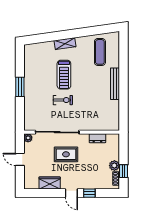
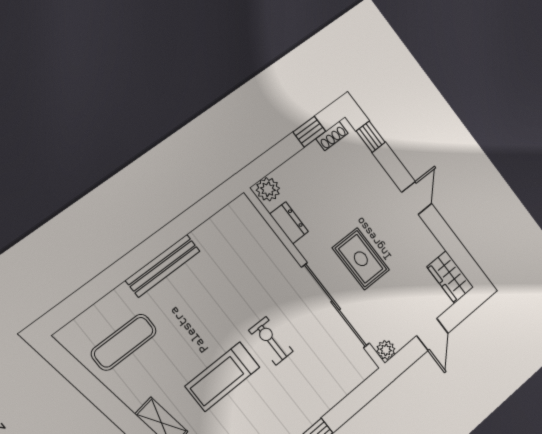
treadmill: (64, 75) -> (223, 377), turned 180
plant: (114, 166) -> (268, 189), moved
wardrobe: (50, 183) -> (450, 277), moved
window: (89, 193) -> (371, 137), moved

